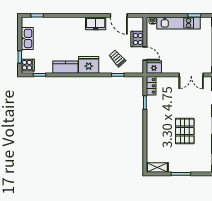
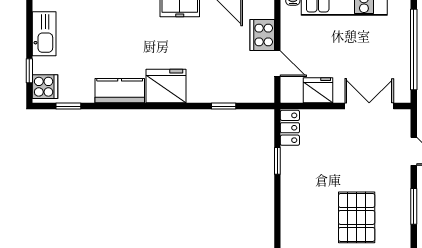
trolley: (117, 58) -> (223, 73), removed
fridge: (154, 67) -> (318, 90), moved
double door: (191, 75) -> (369, 106), swing flipped

